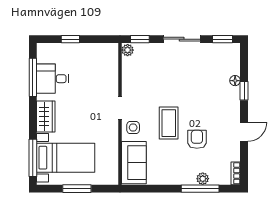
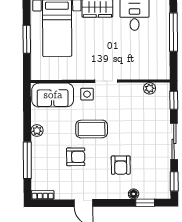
window: (70, 39) -> (173, 32), width x2.17
plant: (128, 50) -> (150, 88), moved
window: (244, 91) -> (145, 203), moved
armchair: (206, 94) -> (121, 165), added
plant: (203, 179) -> (37, 130), moved

